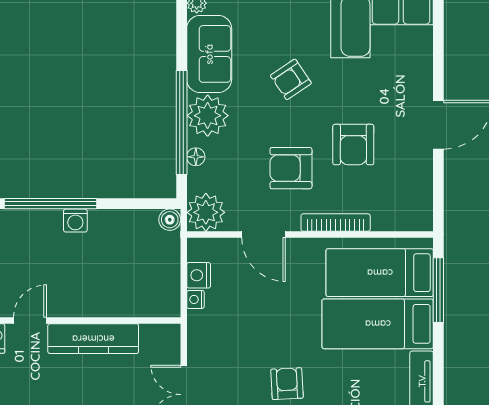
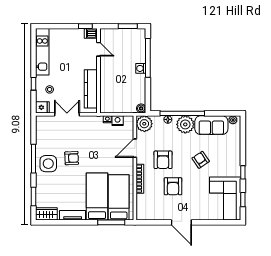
armchair: (353, 145) -> (173, 186), turned -90
armchair: (291, 168) -> (163, 160), turned 180
kitchen counter: (93, 339) -> (91, 89), moved

